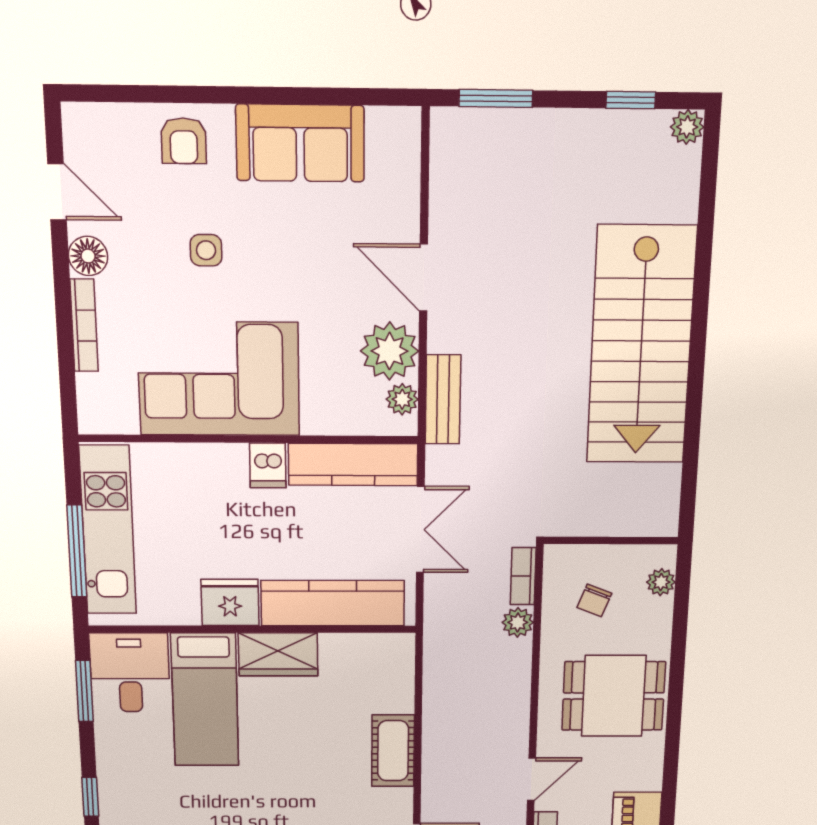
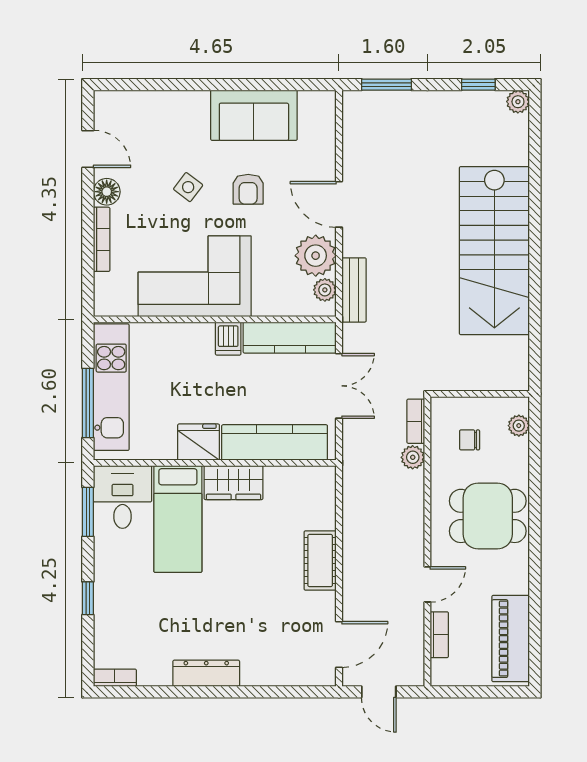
armchair: (184, 141) -> (248, 189), moved
side table: (206, 250) -> (188, 187), turned 37
chair: (594, 600) -> (470, 440), turned 69

